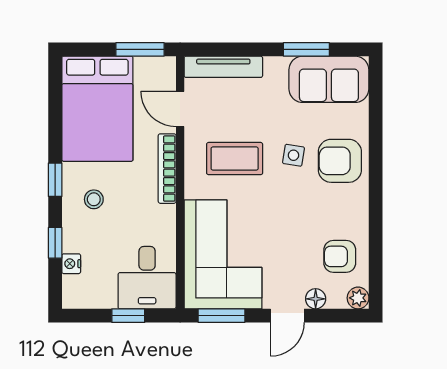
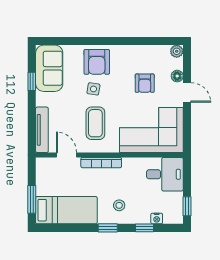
window: (140, 49) -> (32, 199), moved
window: (306, 49) -> (32, 81), width x0.67
bed: (97, 109) -> (66, 210), width x0.67
door: (180, 109) -> (67, 155), swing flipped
armchair: (340, 256) -> (145, 83), moved
window: (128, 316) -> (187, 206), moved
window: (222, 316) -> (187, 131), removed

